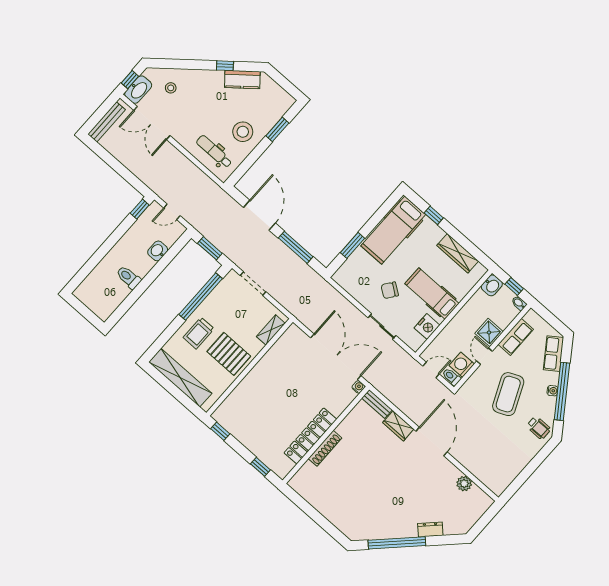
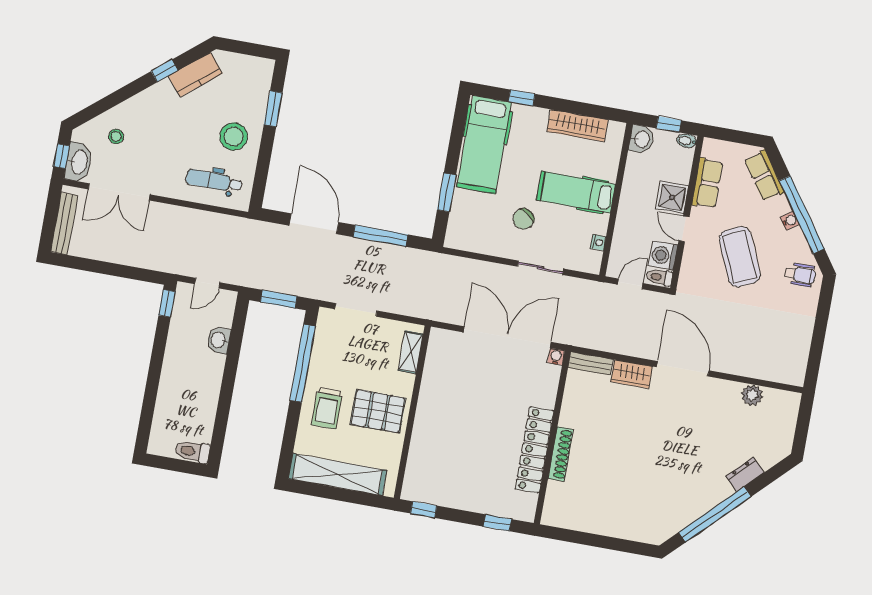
toilet: (128, 277) -> (192, 451), moved
nightstand: (427, 327) -> (598, 242), width x0.53, depth x0.56

